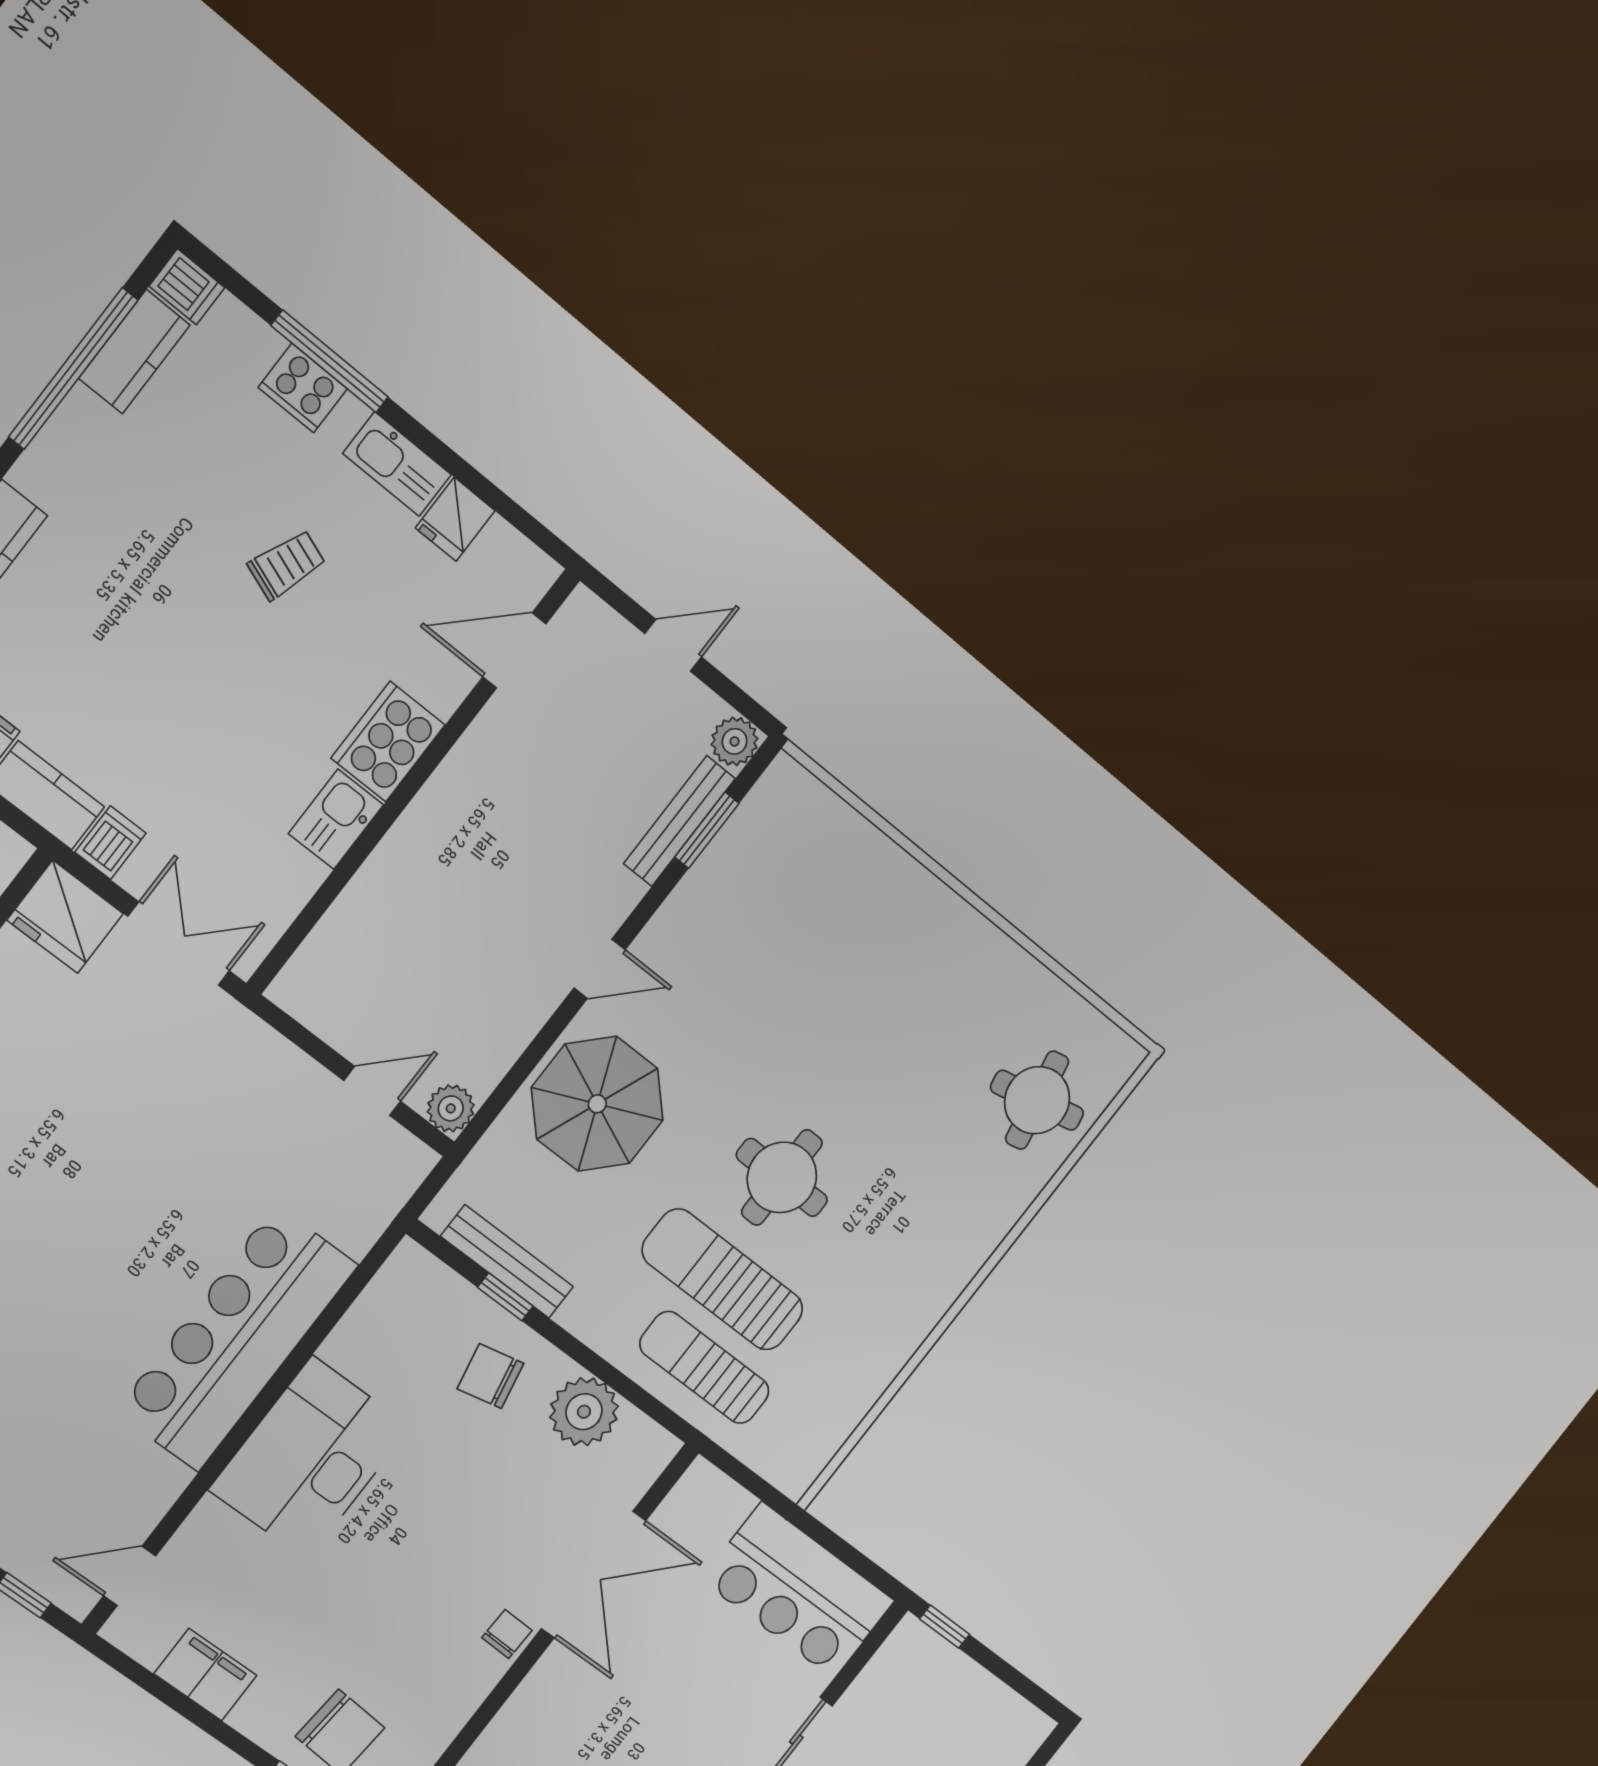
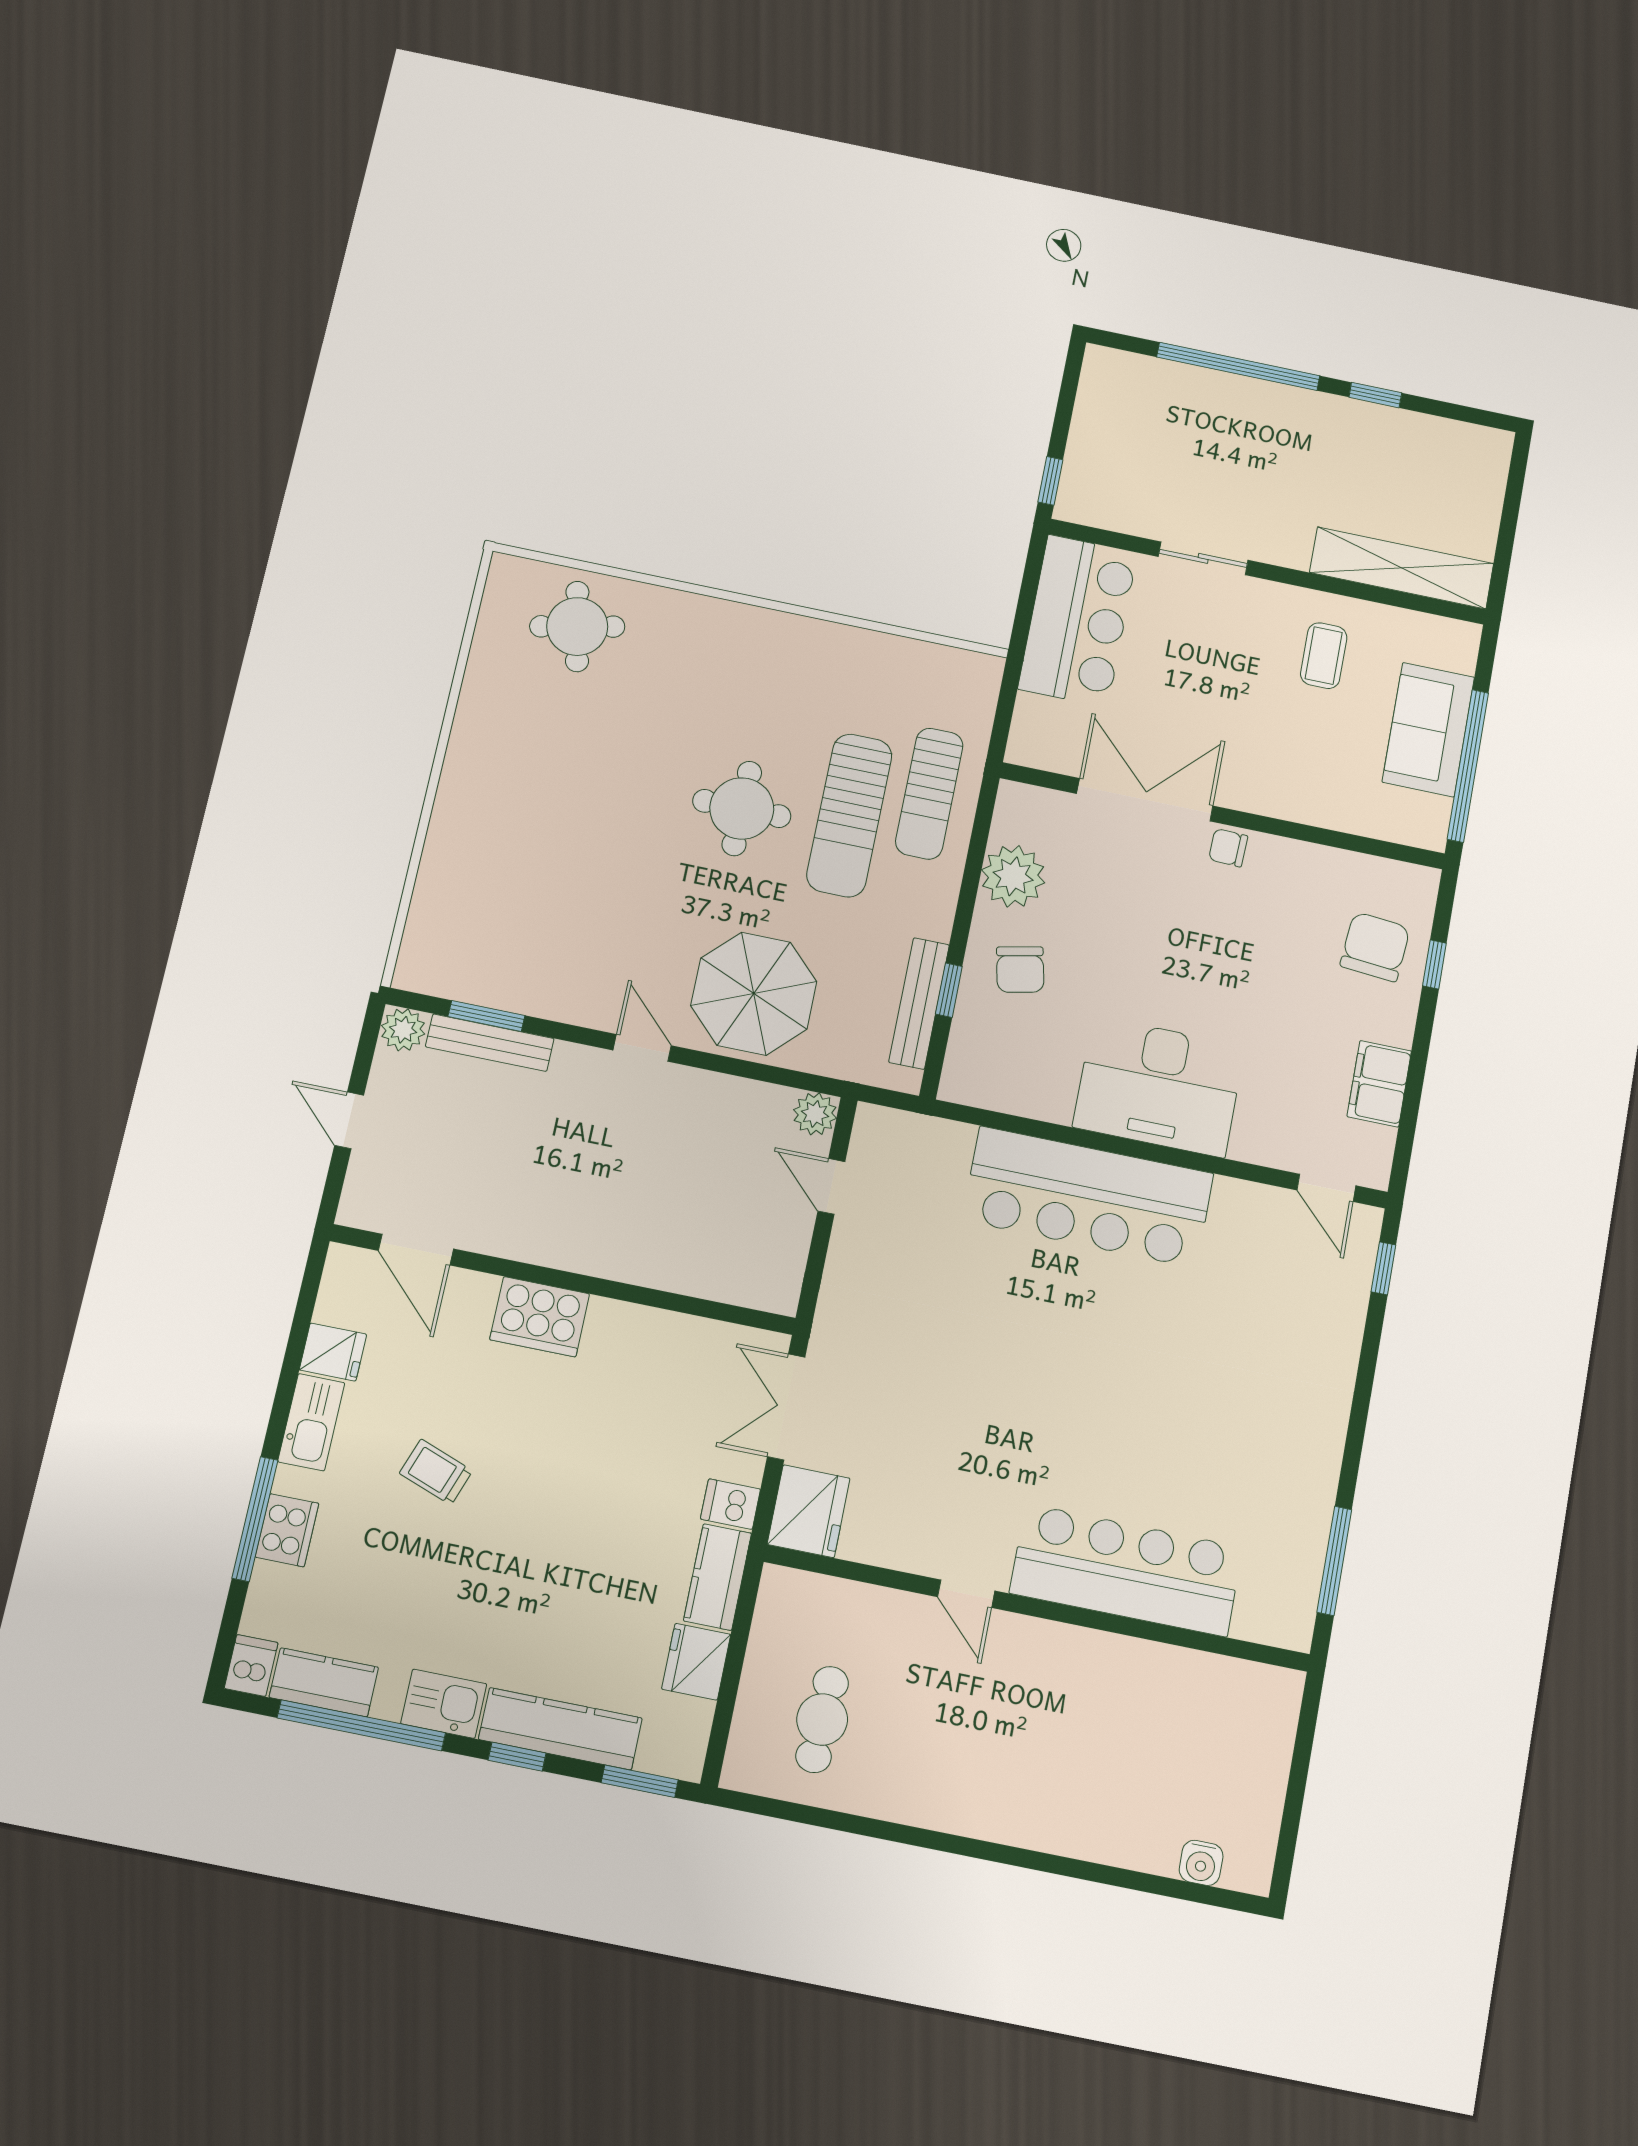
kitchen sink: (336, 819) -> (444, 1704), moved, turned 180

